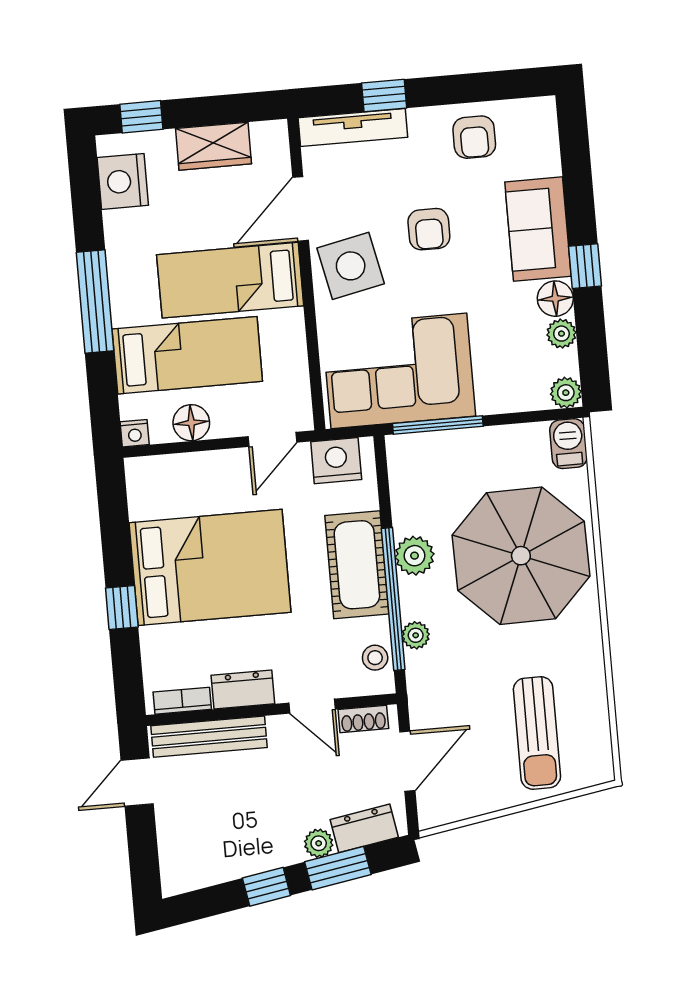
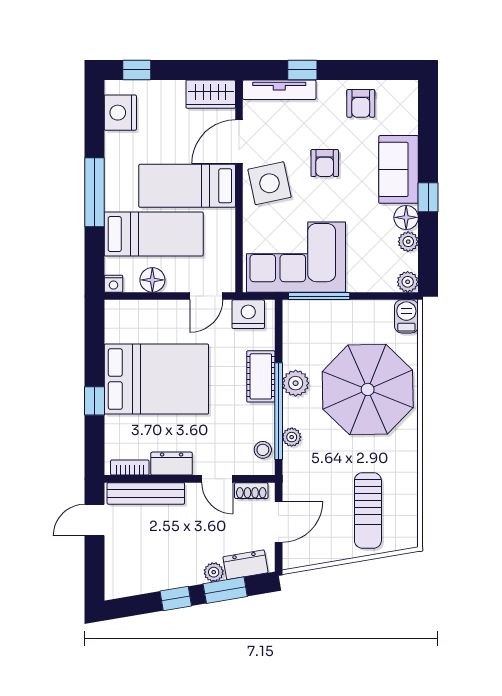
wardrobe: (213, 146) -> (211, 94), moved
cot: (357, 565) -> (261, 376), width x0.73, depth x0.75

